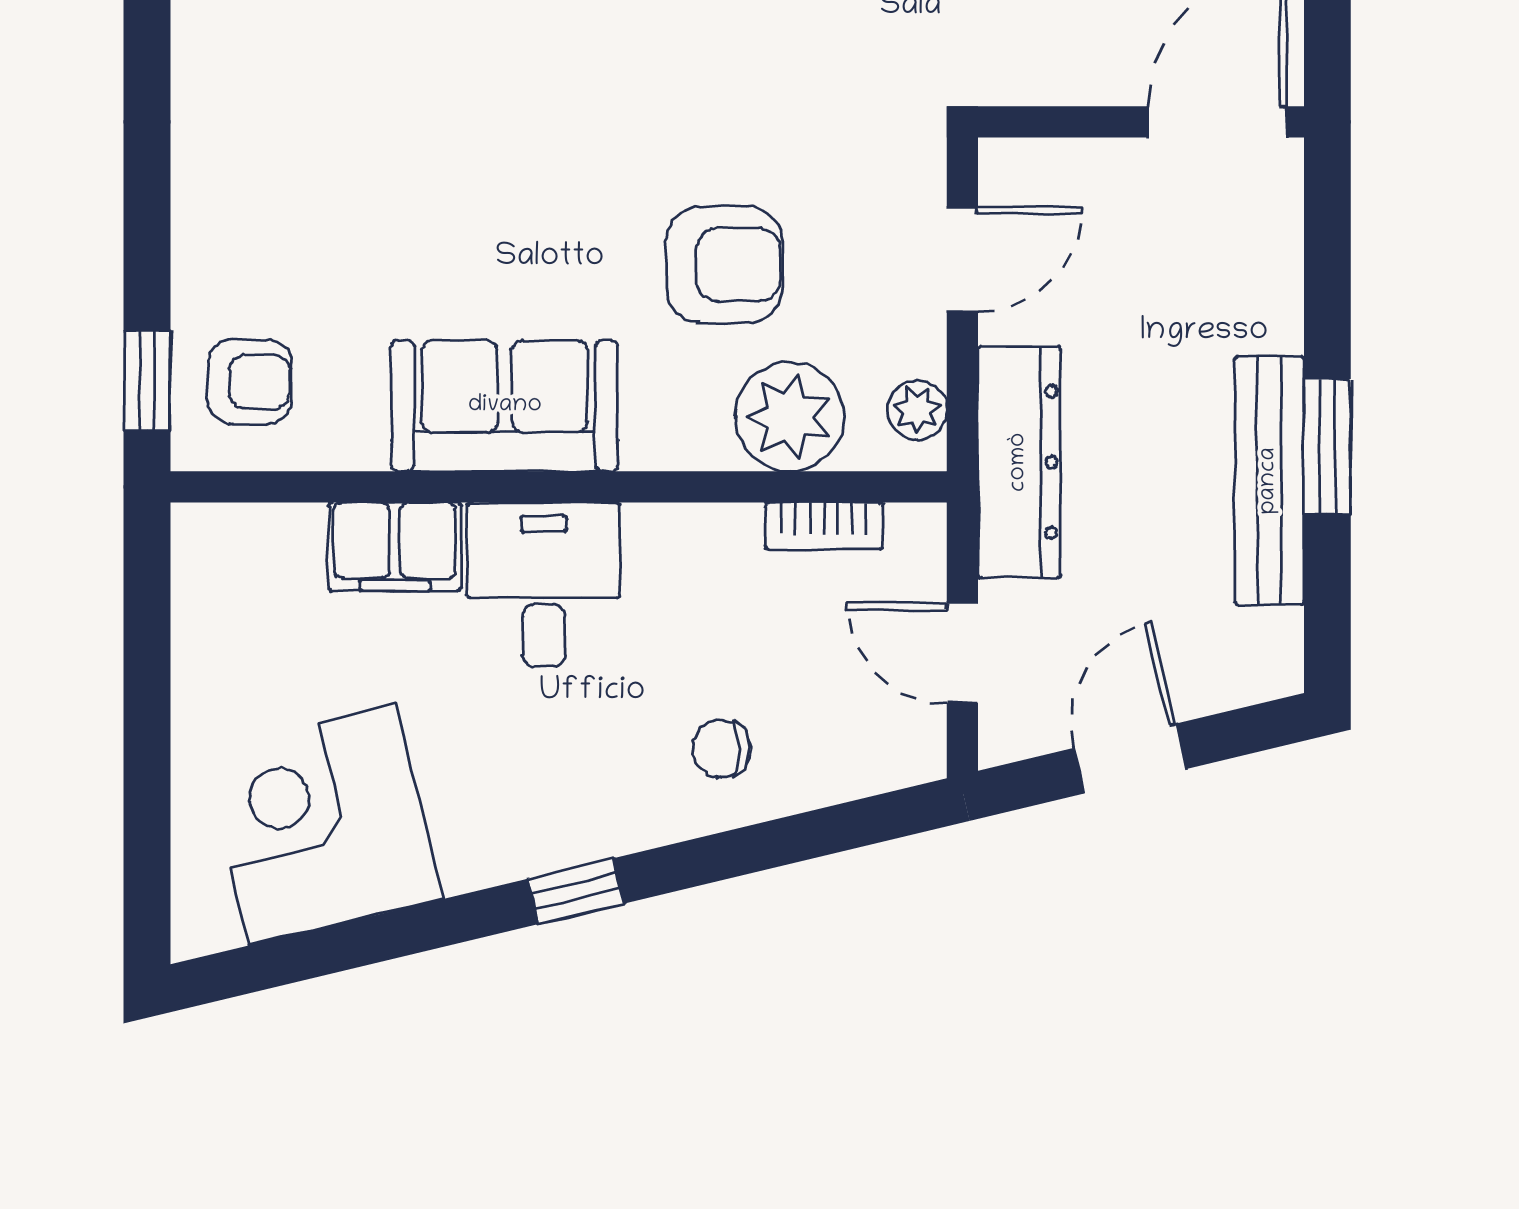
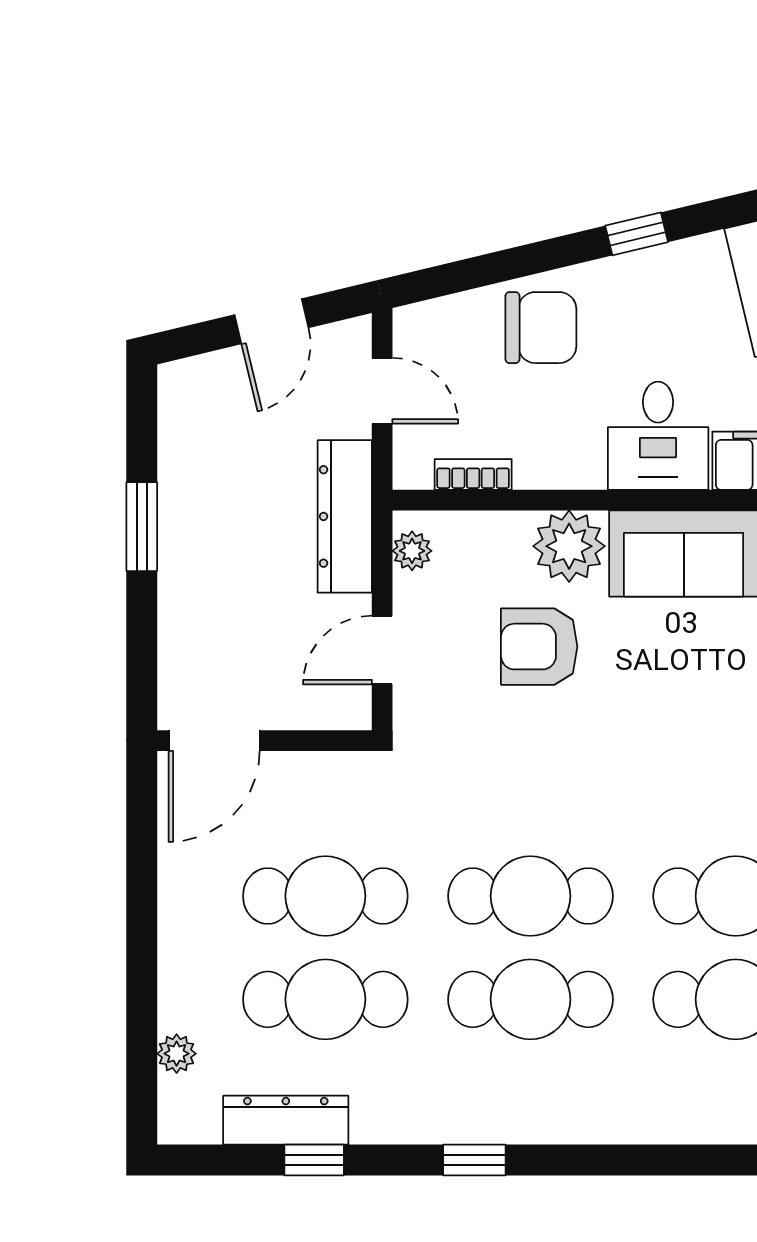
plant: (790, 417) -> (569, 546), moved
bench: (1269, 481) -> (180, 504), removed
chair: (721, 749) -> (541, 328), width x1.87, depth x1.87

